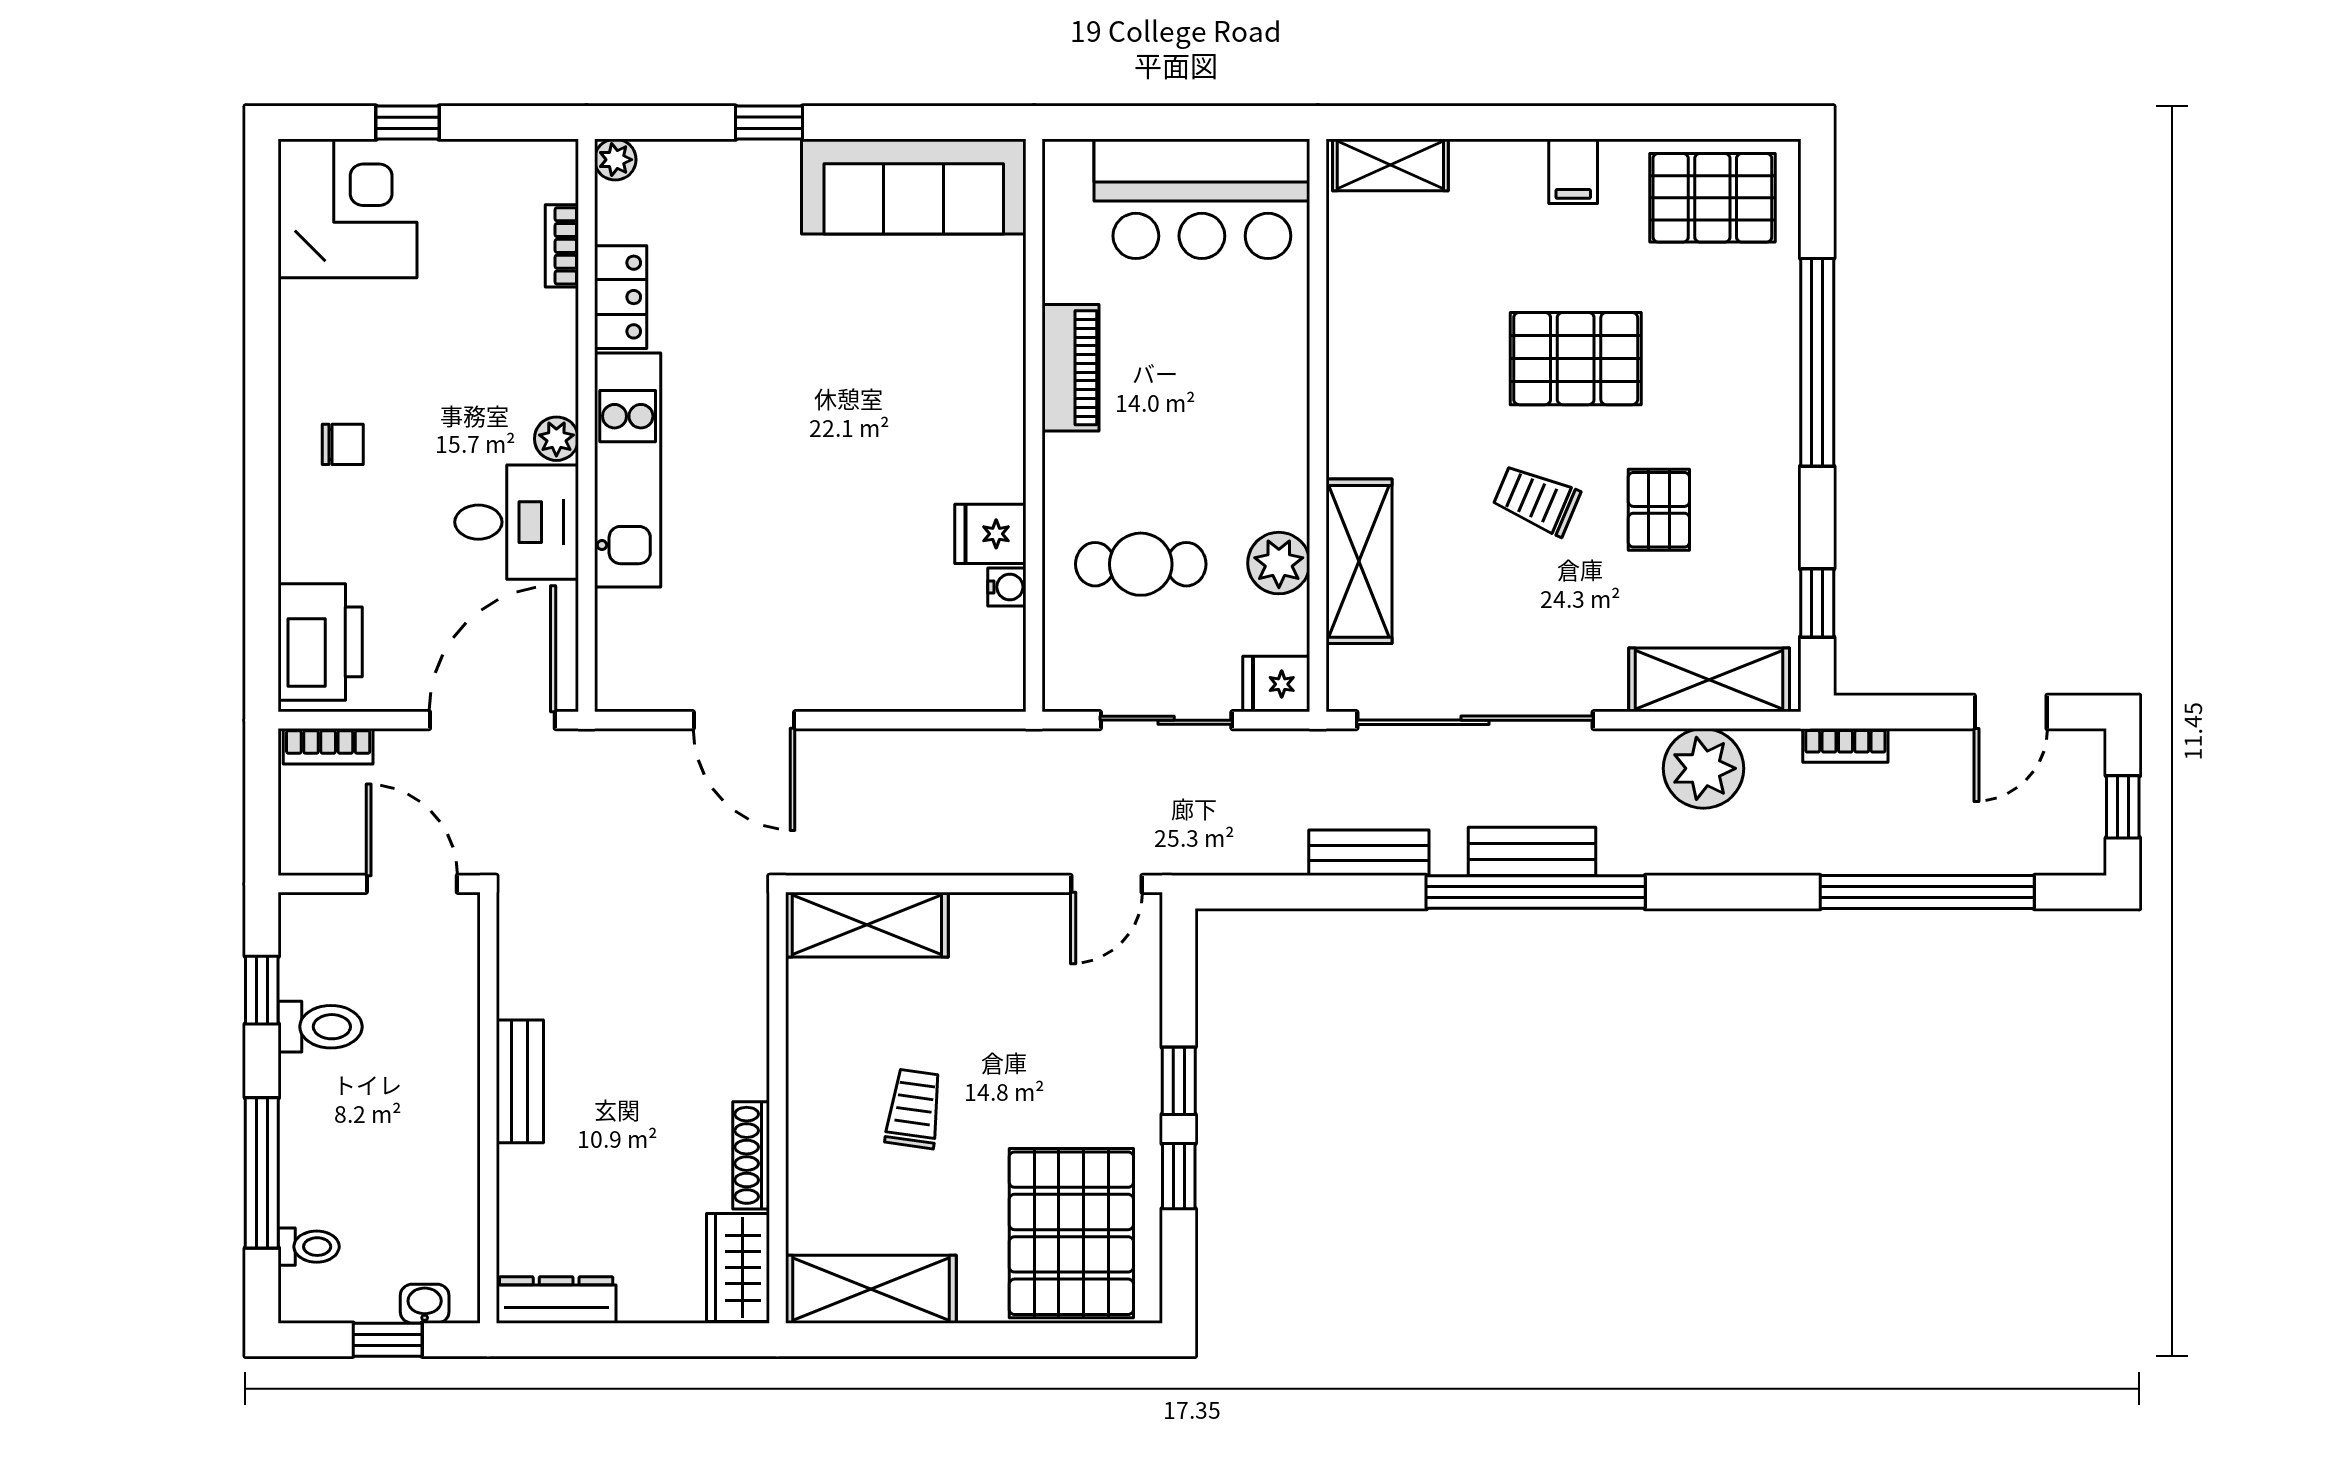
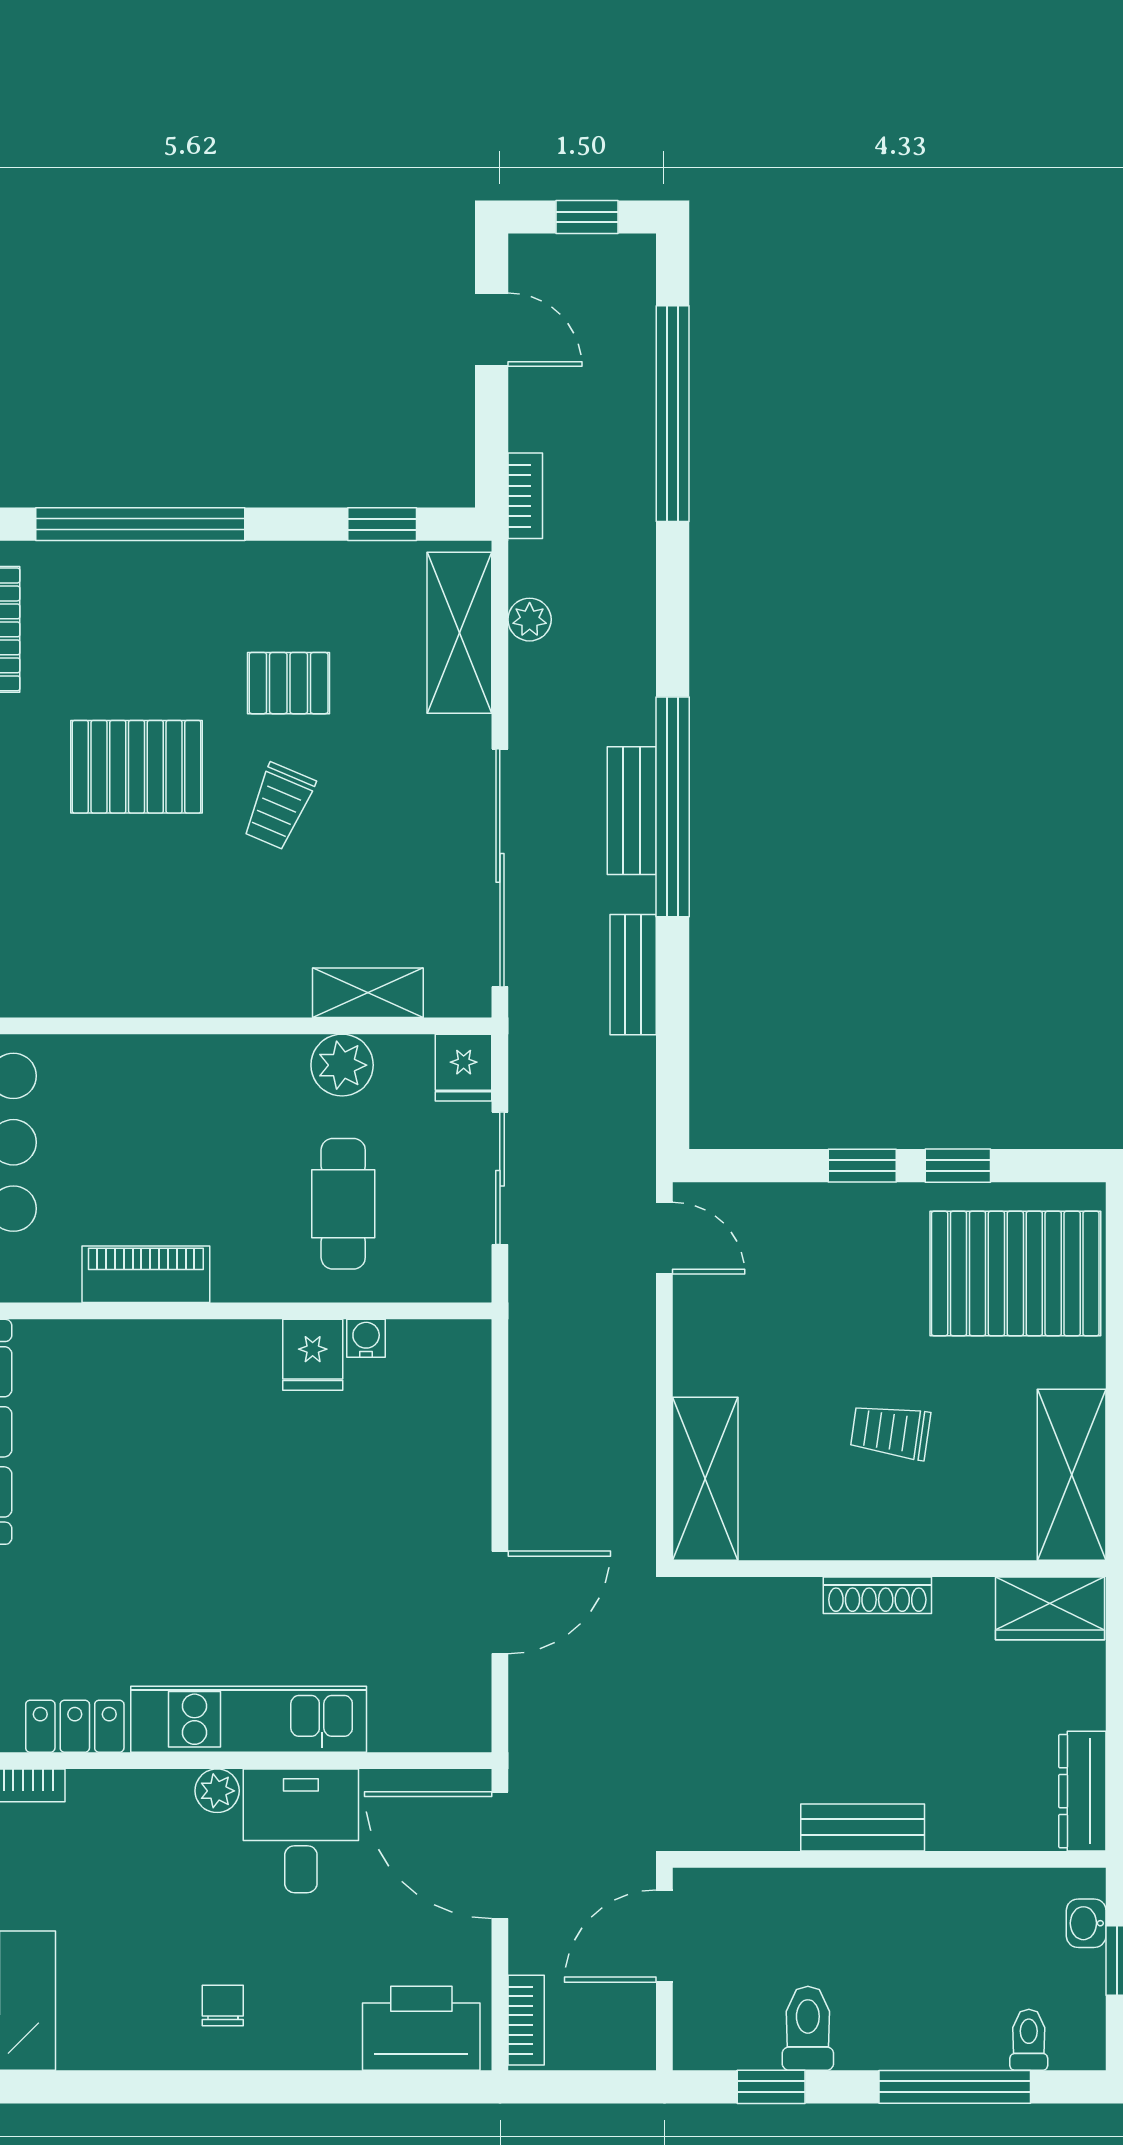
pallet: (1576, 359) -> (137, 767), turned 90
shelving: (1359, 561) -> (368, 993), width x0.67, depth x0.75
plant: (1703, 768) -> (530, 620), width x0.53, depth x0.53
shoe rack: (751, 1155) -> (877, 1595), moved

